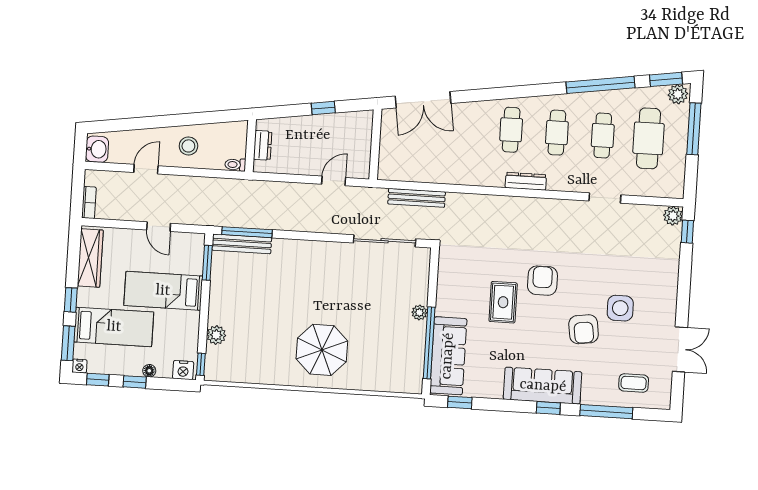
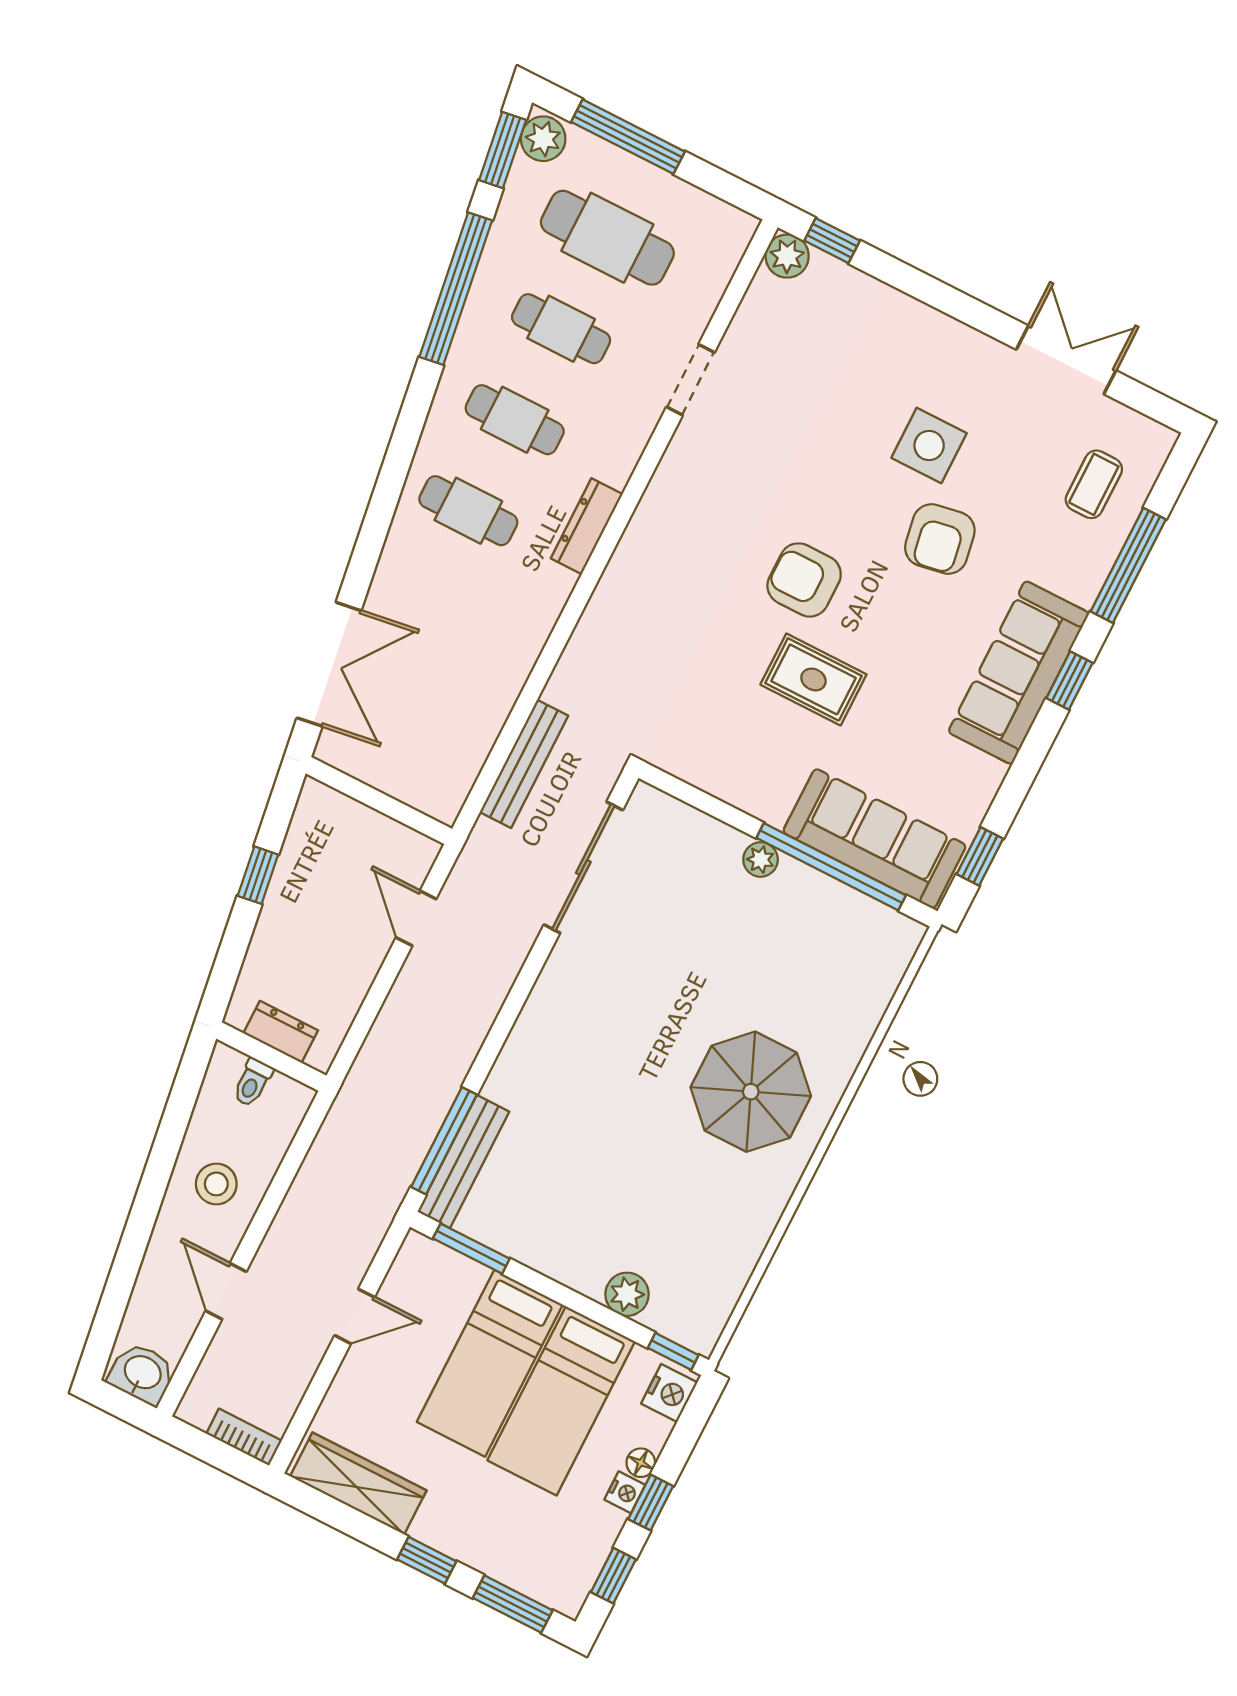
toilet: (235, 165) -> (252, 1082), moved
bed: (114, 327) -> (561, 1401), moved, turned 180
armchair: (584, 329) -> (940, 539), turned 88
nightstand: (79, 366) -> (625, 1492), moved

